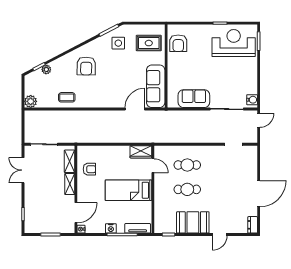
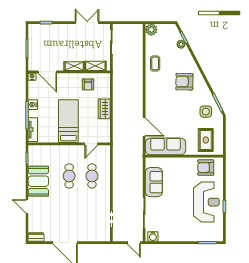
reception desk: (234, 43) -> (206, 202), moved
wardrobe: (141, 152) -> (104, 109), moved

